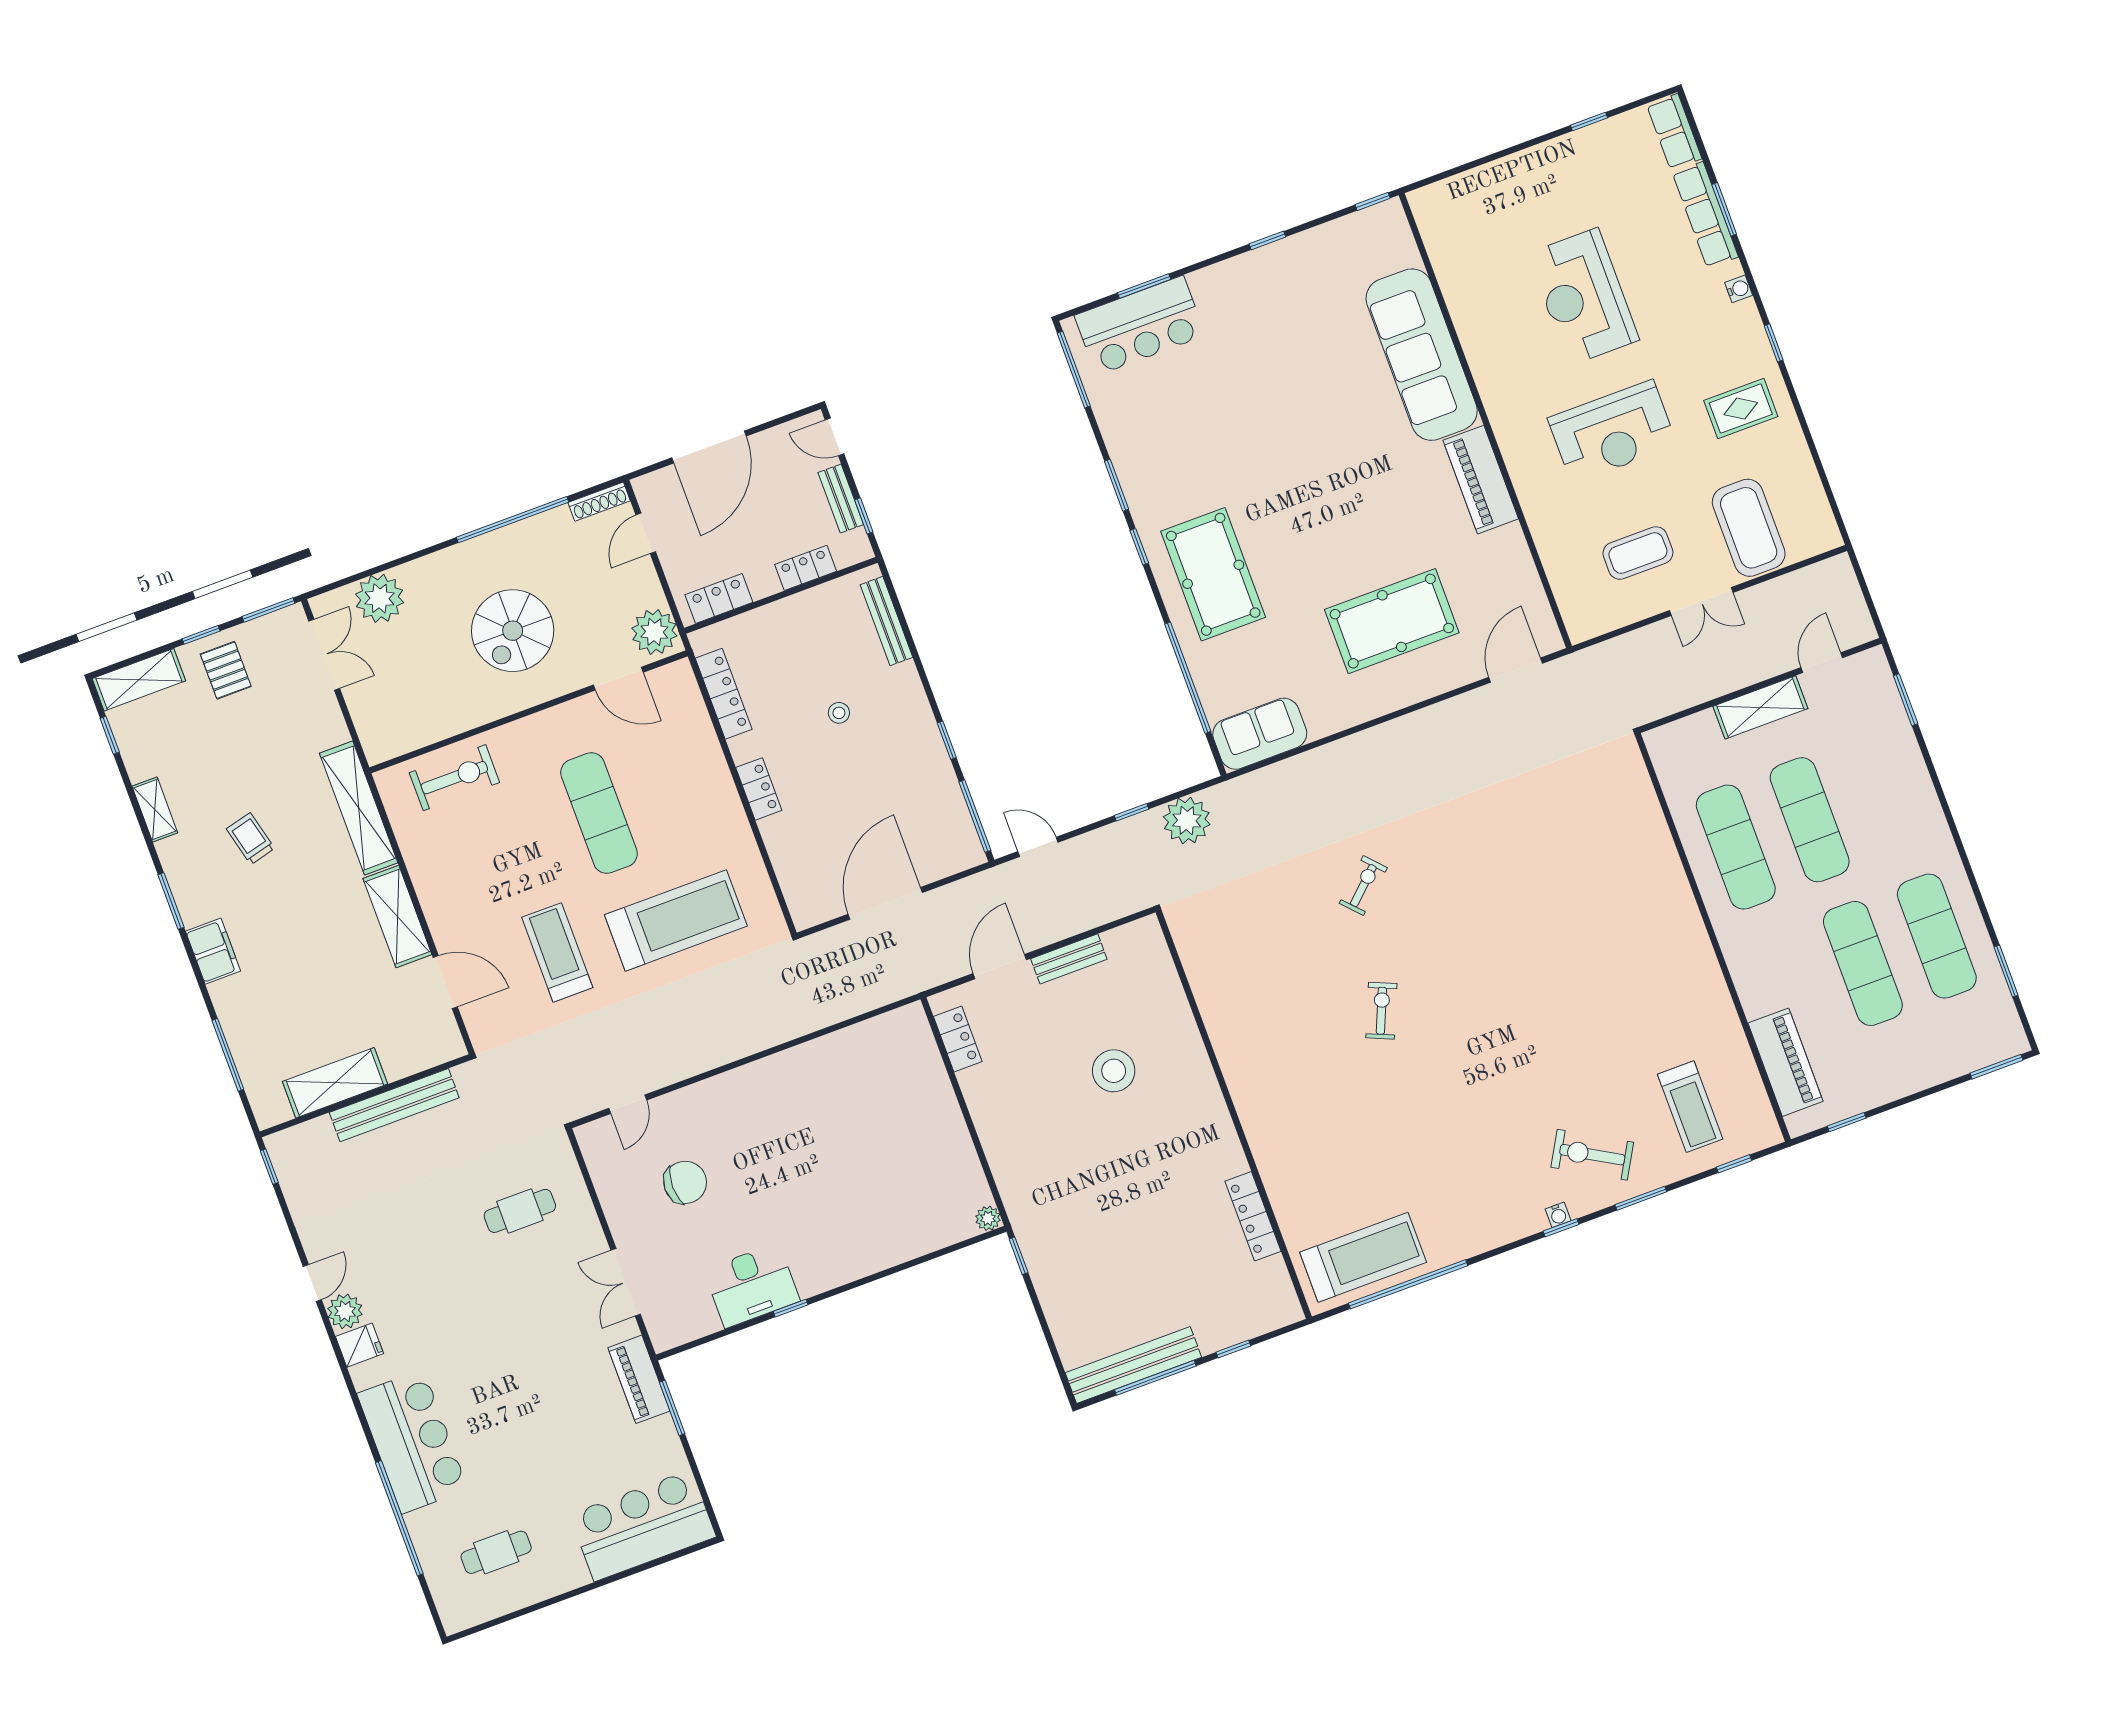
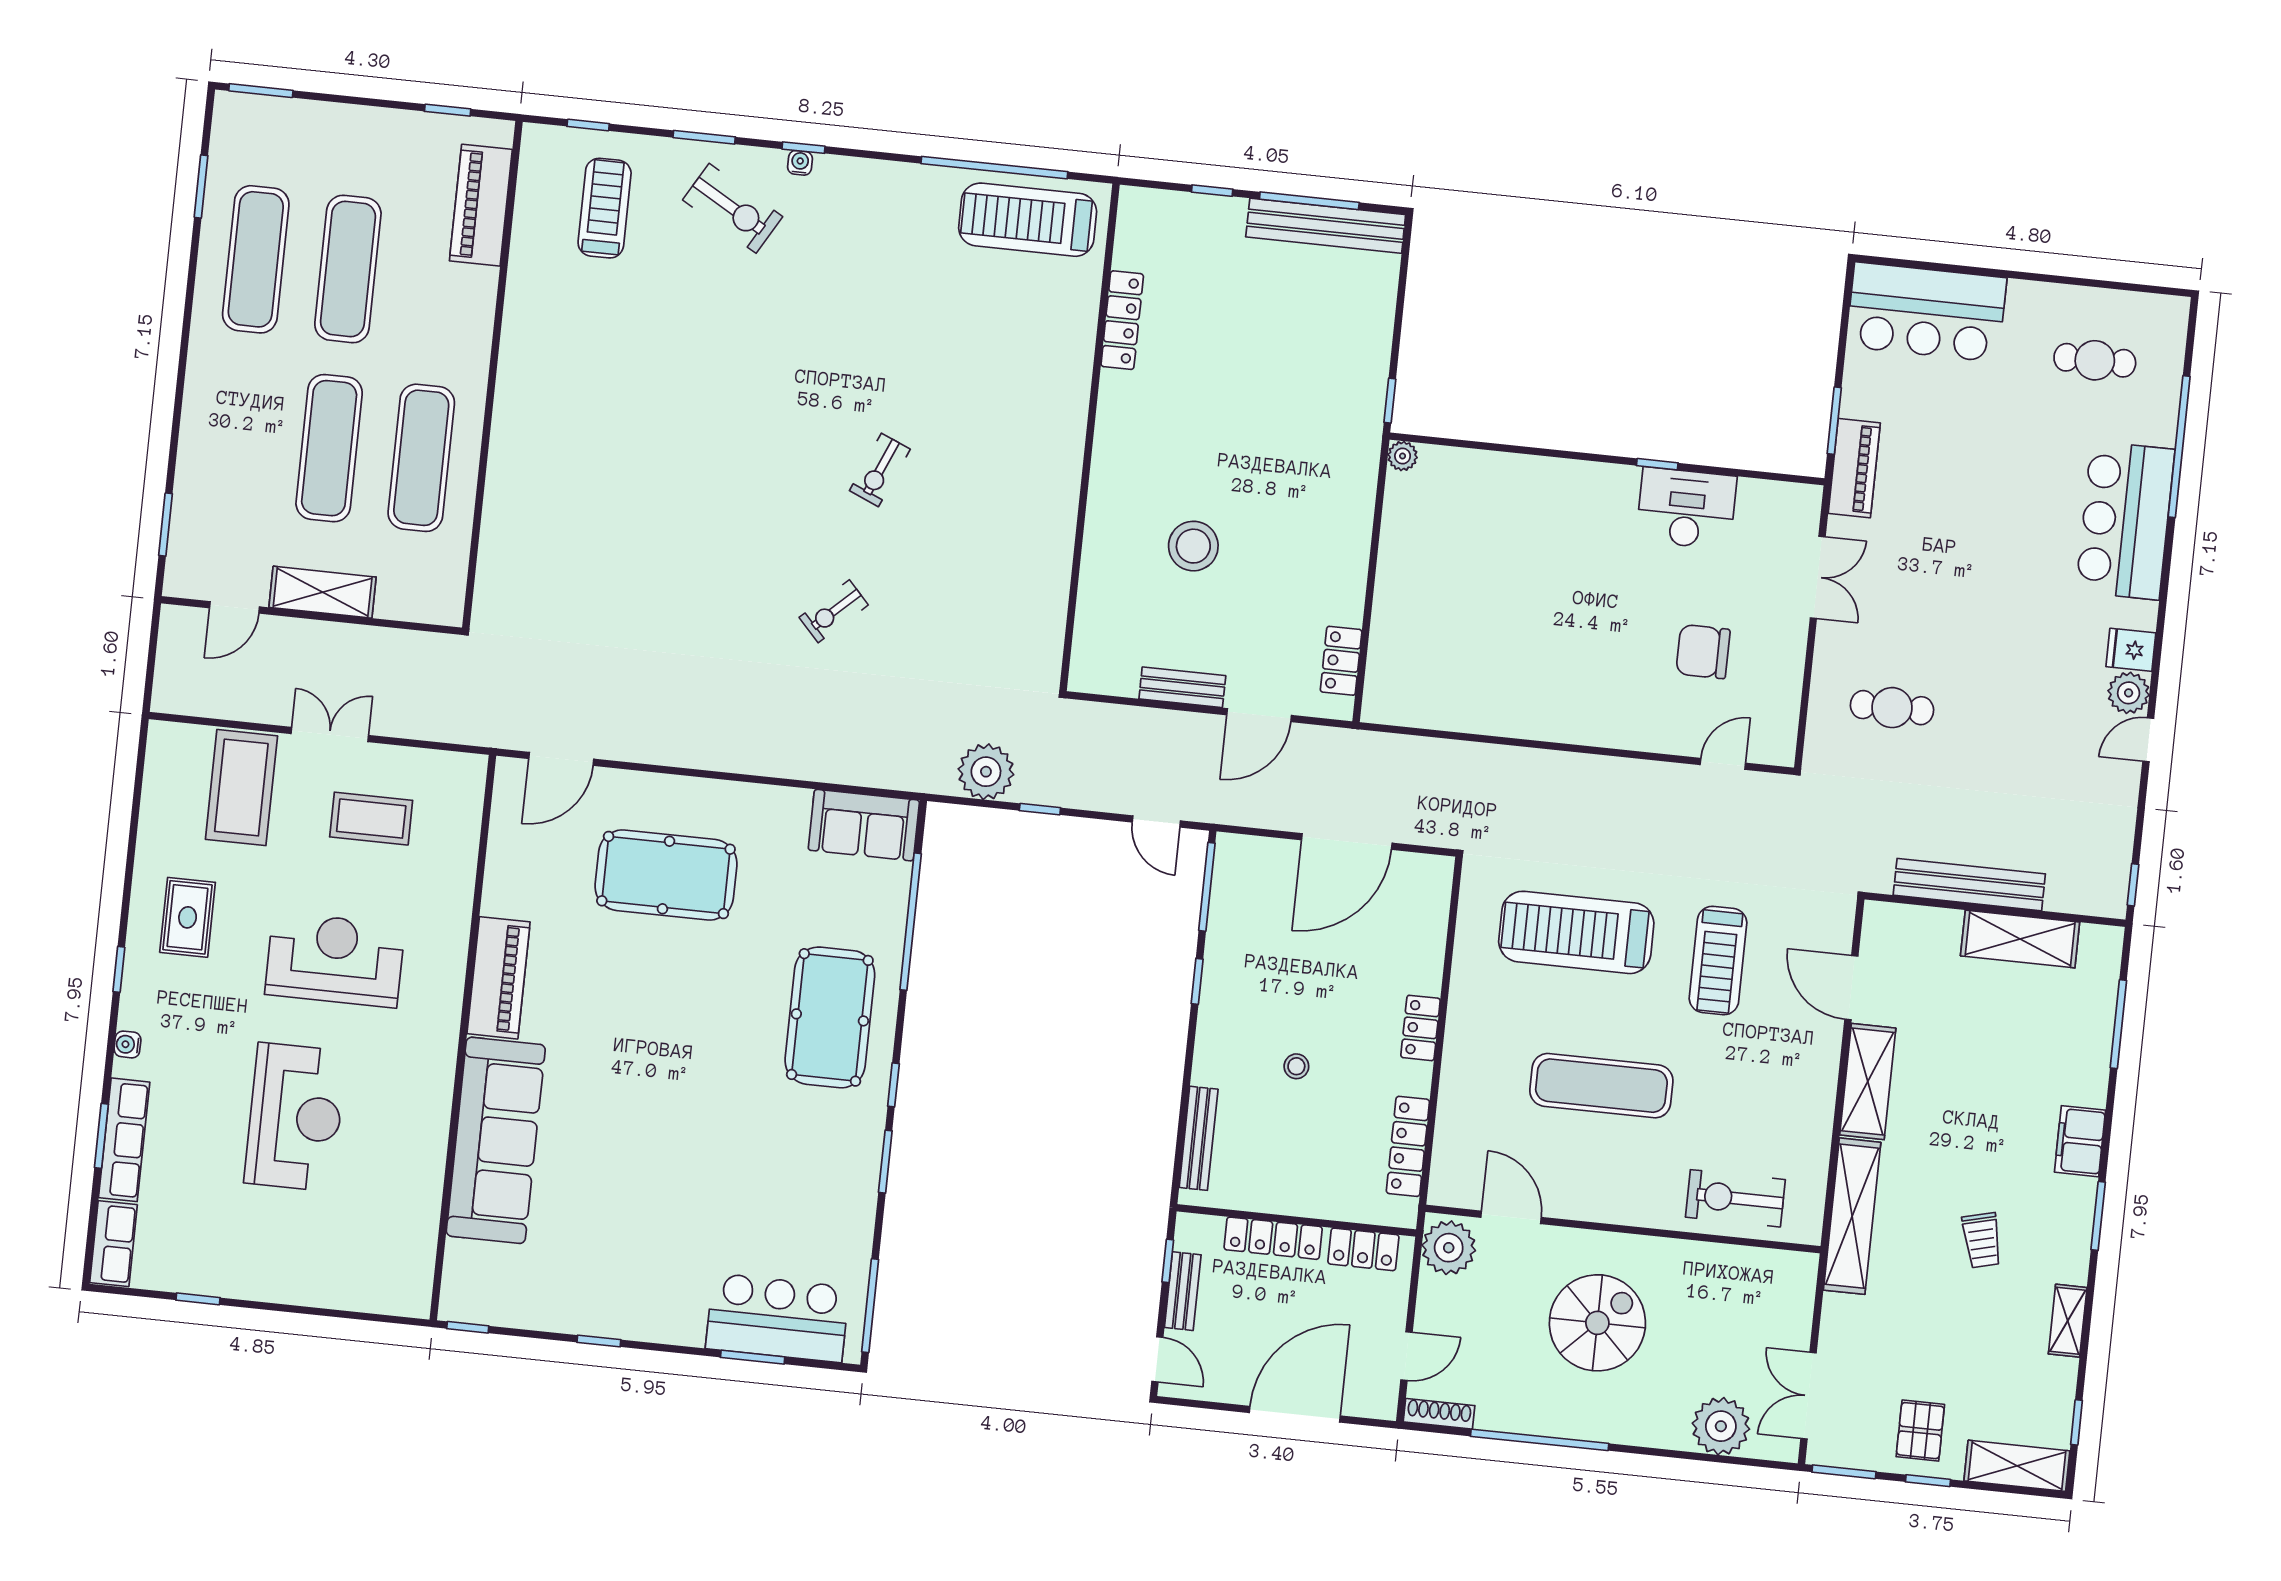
rug: (1741, 409) -> (188, 917), turned 90
locker: (806, 568) -> (1273, 1238), width x1.53
exercise mat: (599, 813) -> (1601, 1086), turned 90

